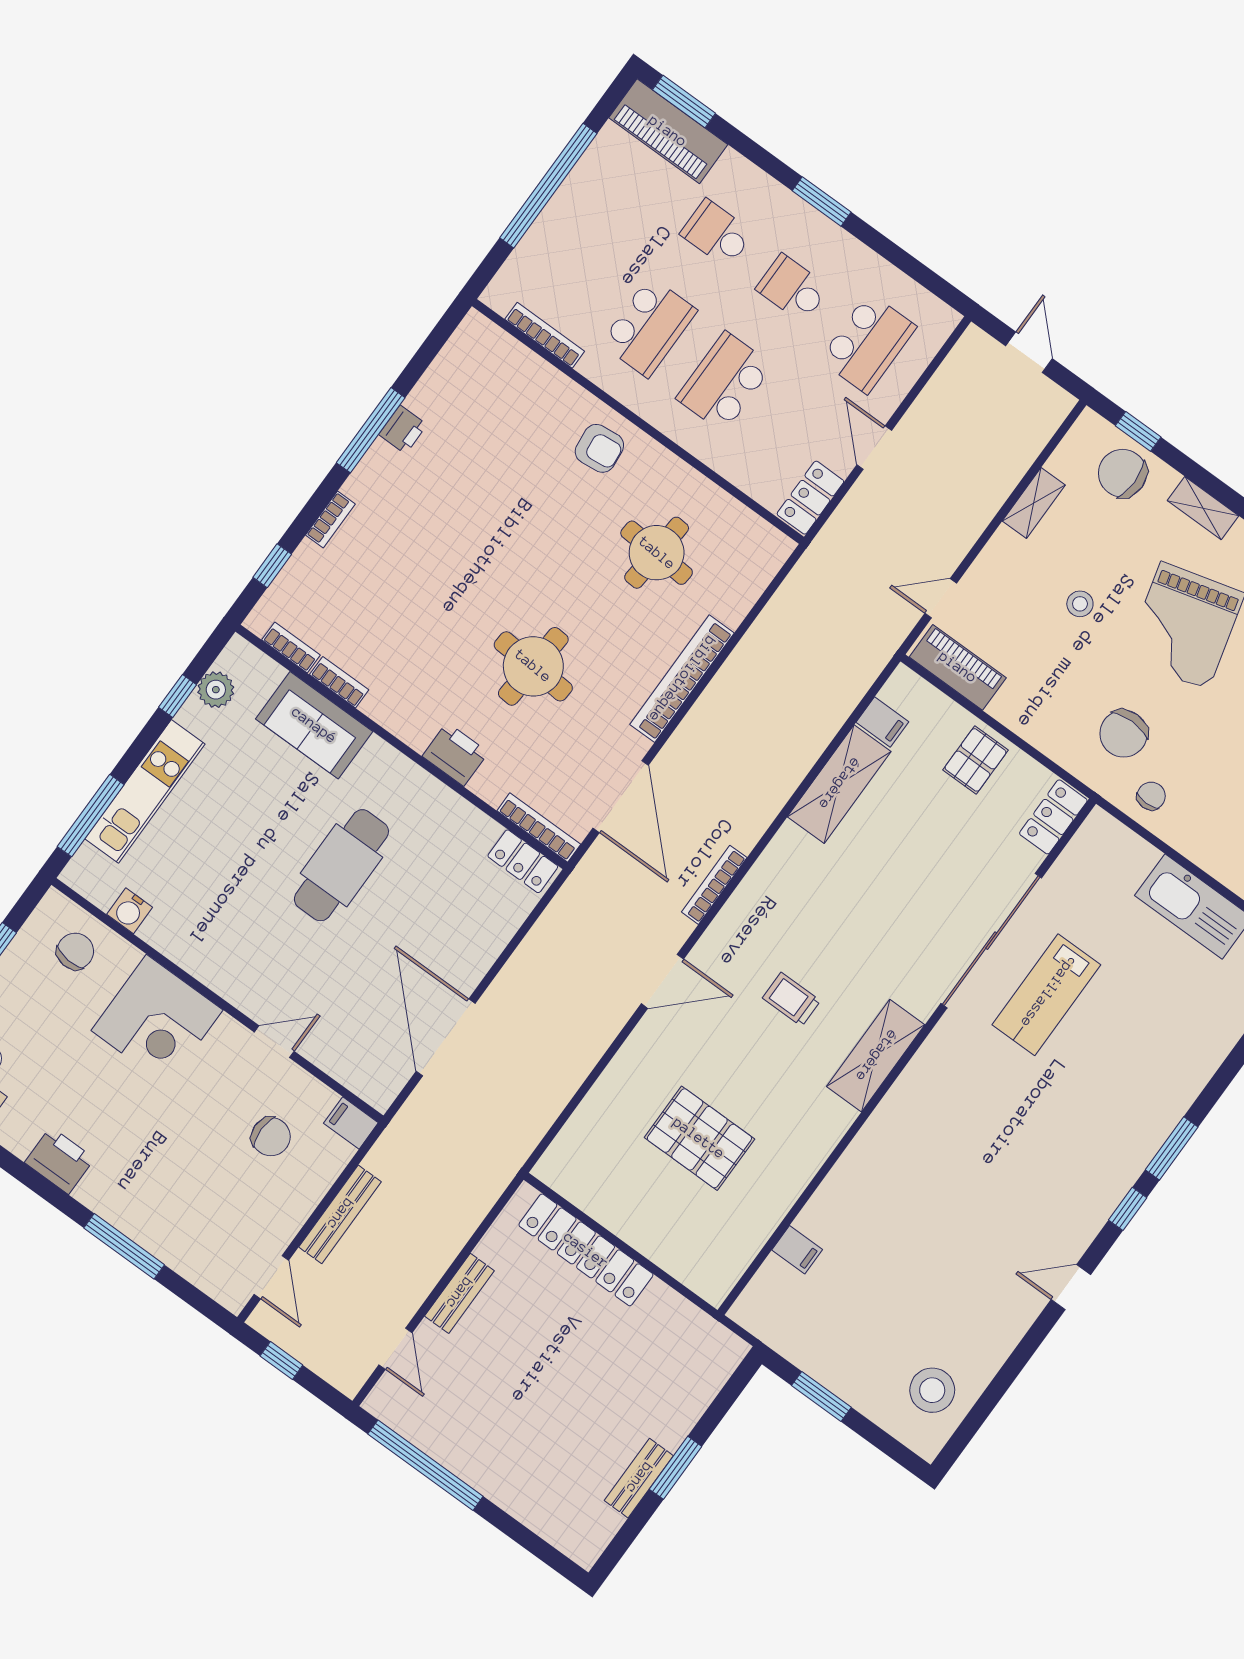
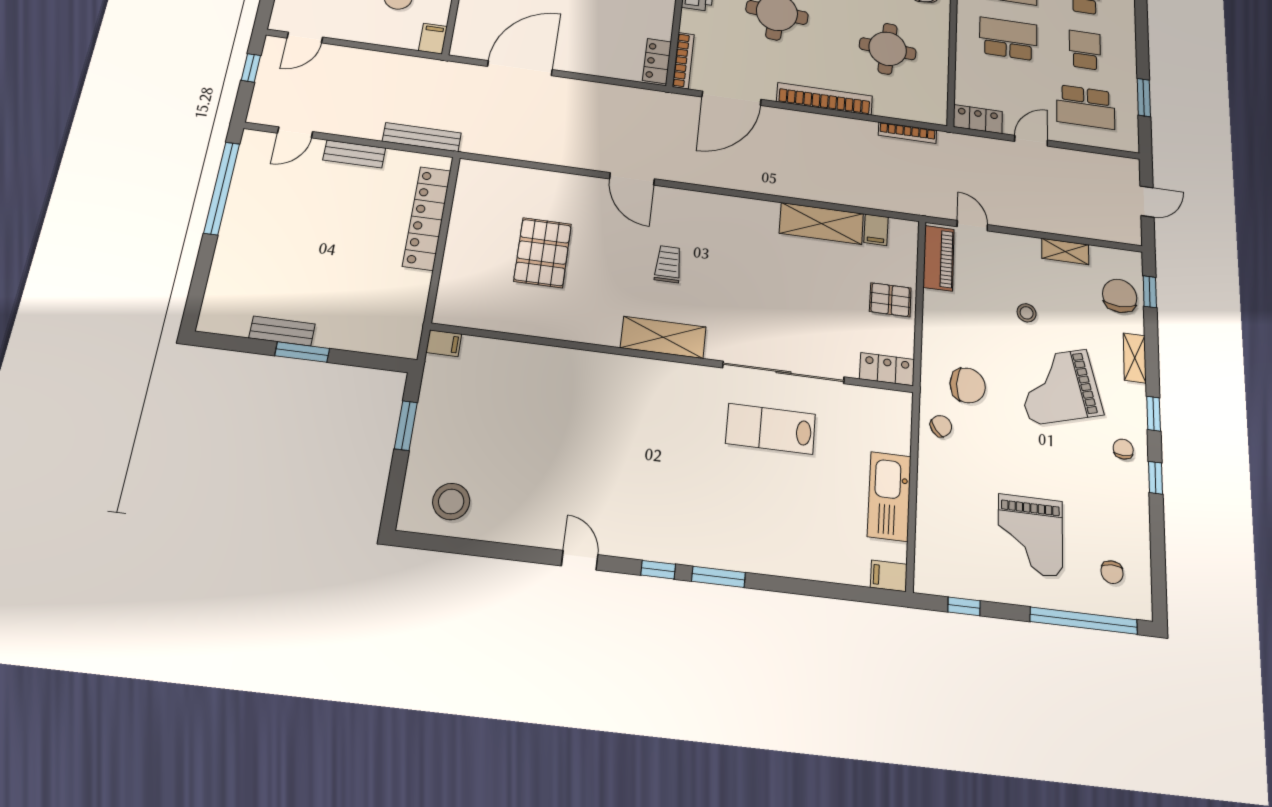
window: (822, 201) -> (1144, 98), moved
chair: (1124, 734) -> (968, 385), turned 180
chair: (1151, 796) -> (941, 426), turned -38
bookcase: (714, 885) -> (907, 133), moved, turned 180
bench: (340, 1214) -> (422, 137), moved
filing cabinet: (797, 1250) -> (444, 343), moved, turned -90

